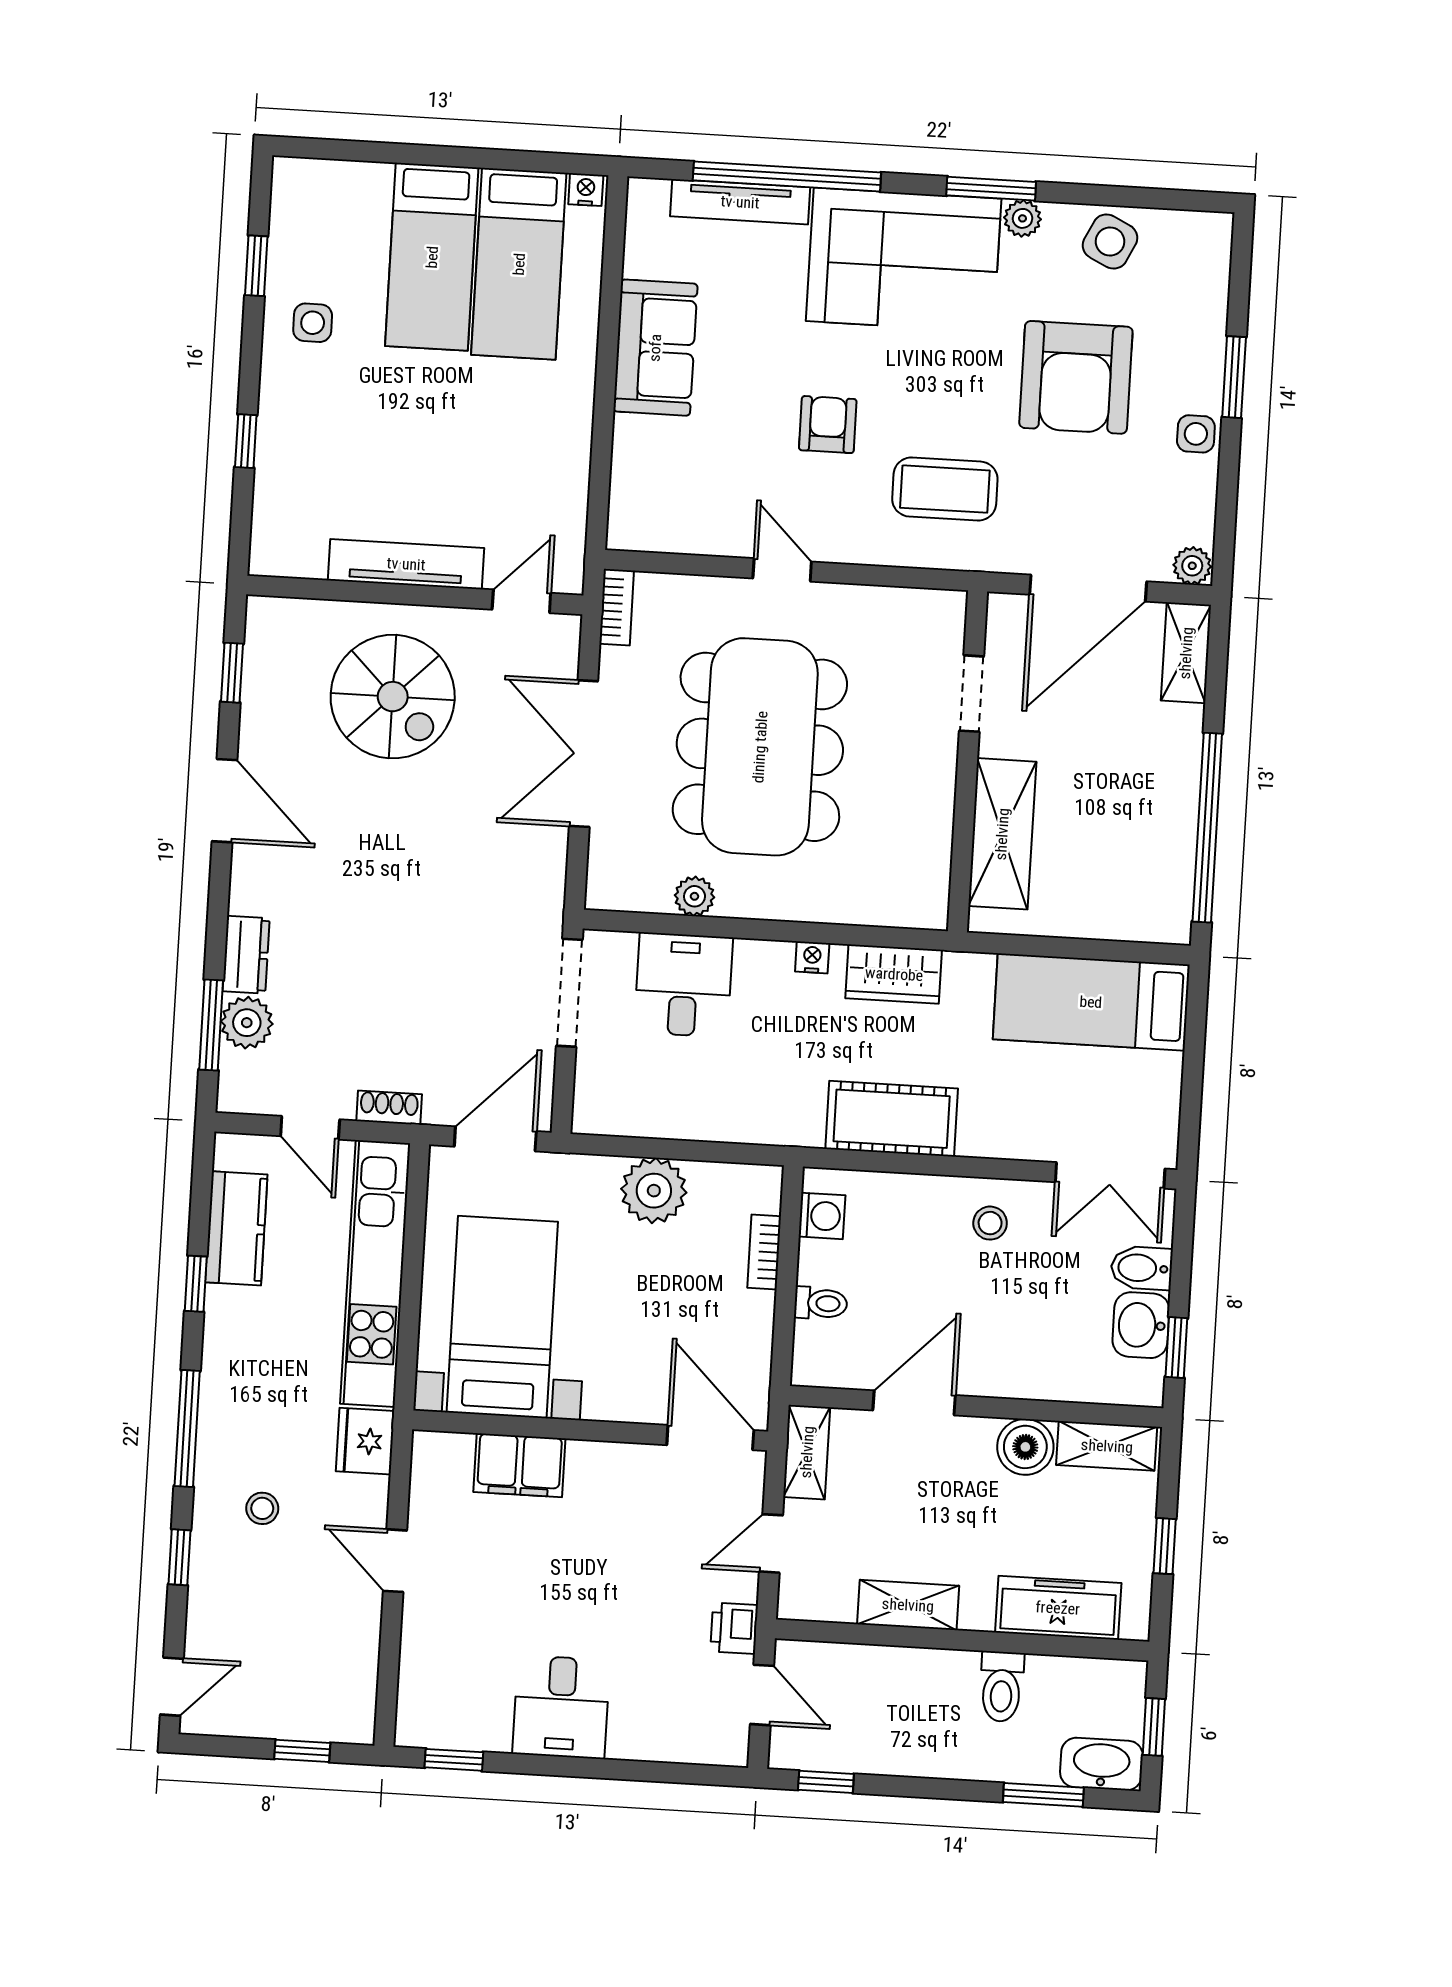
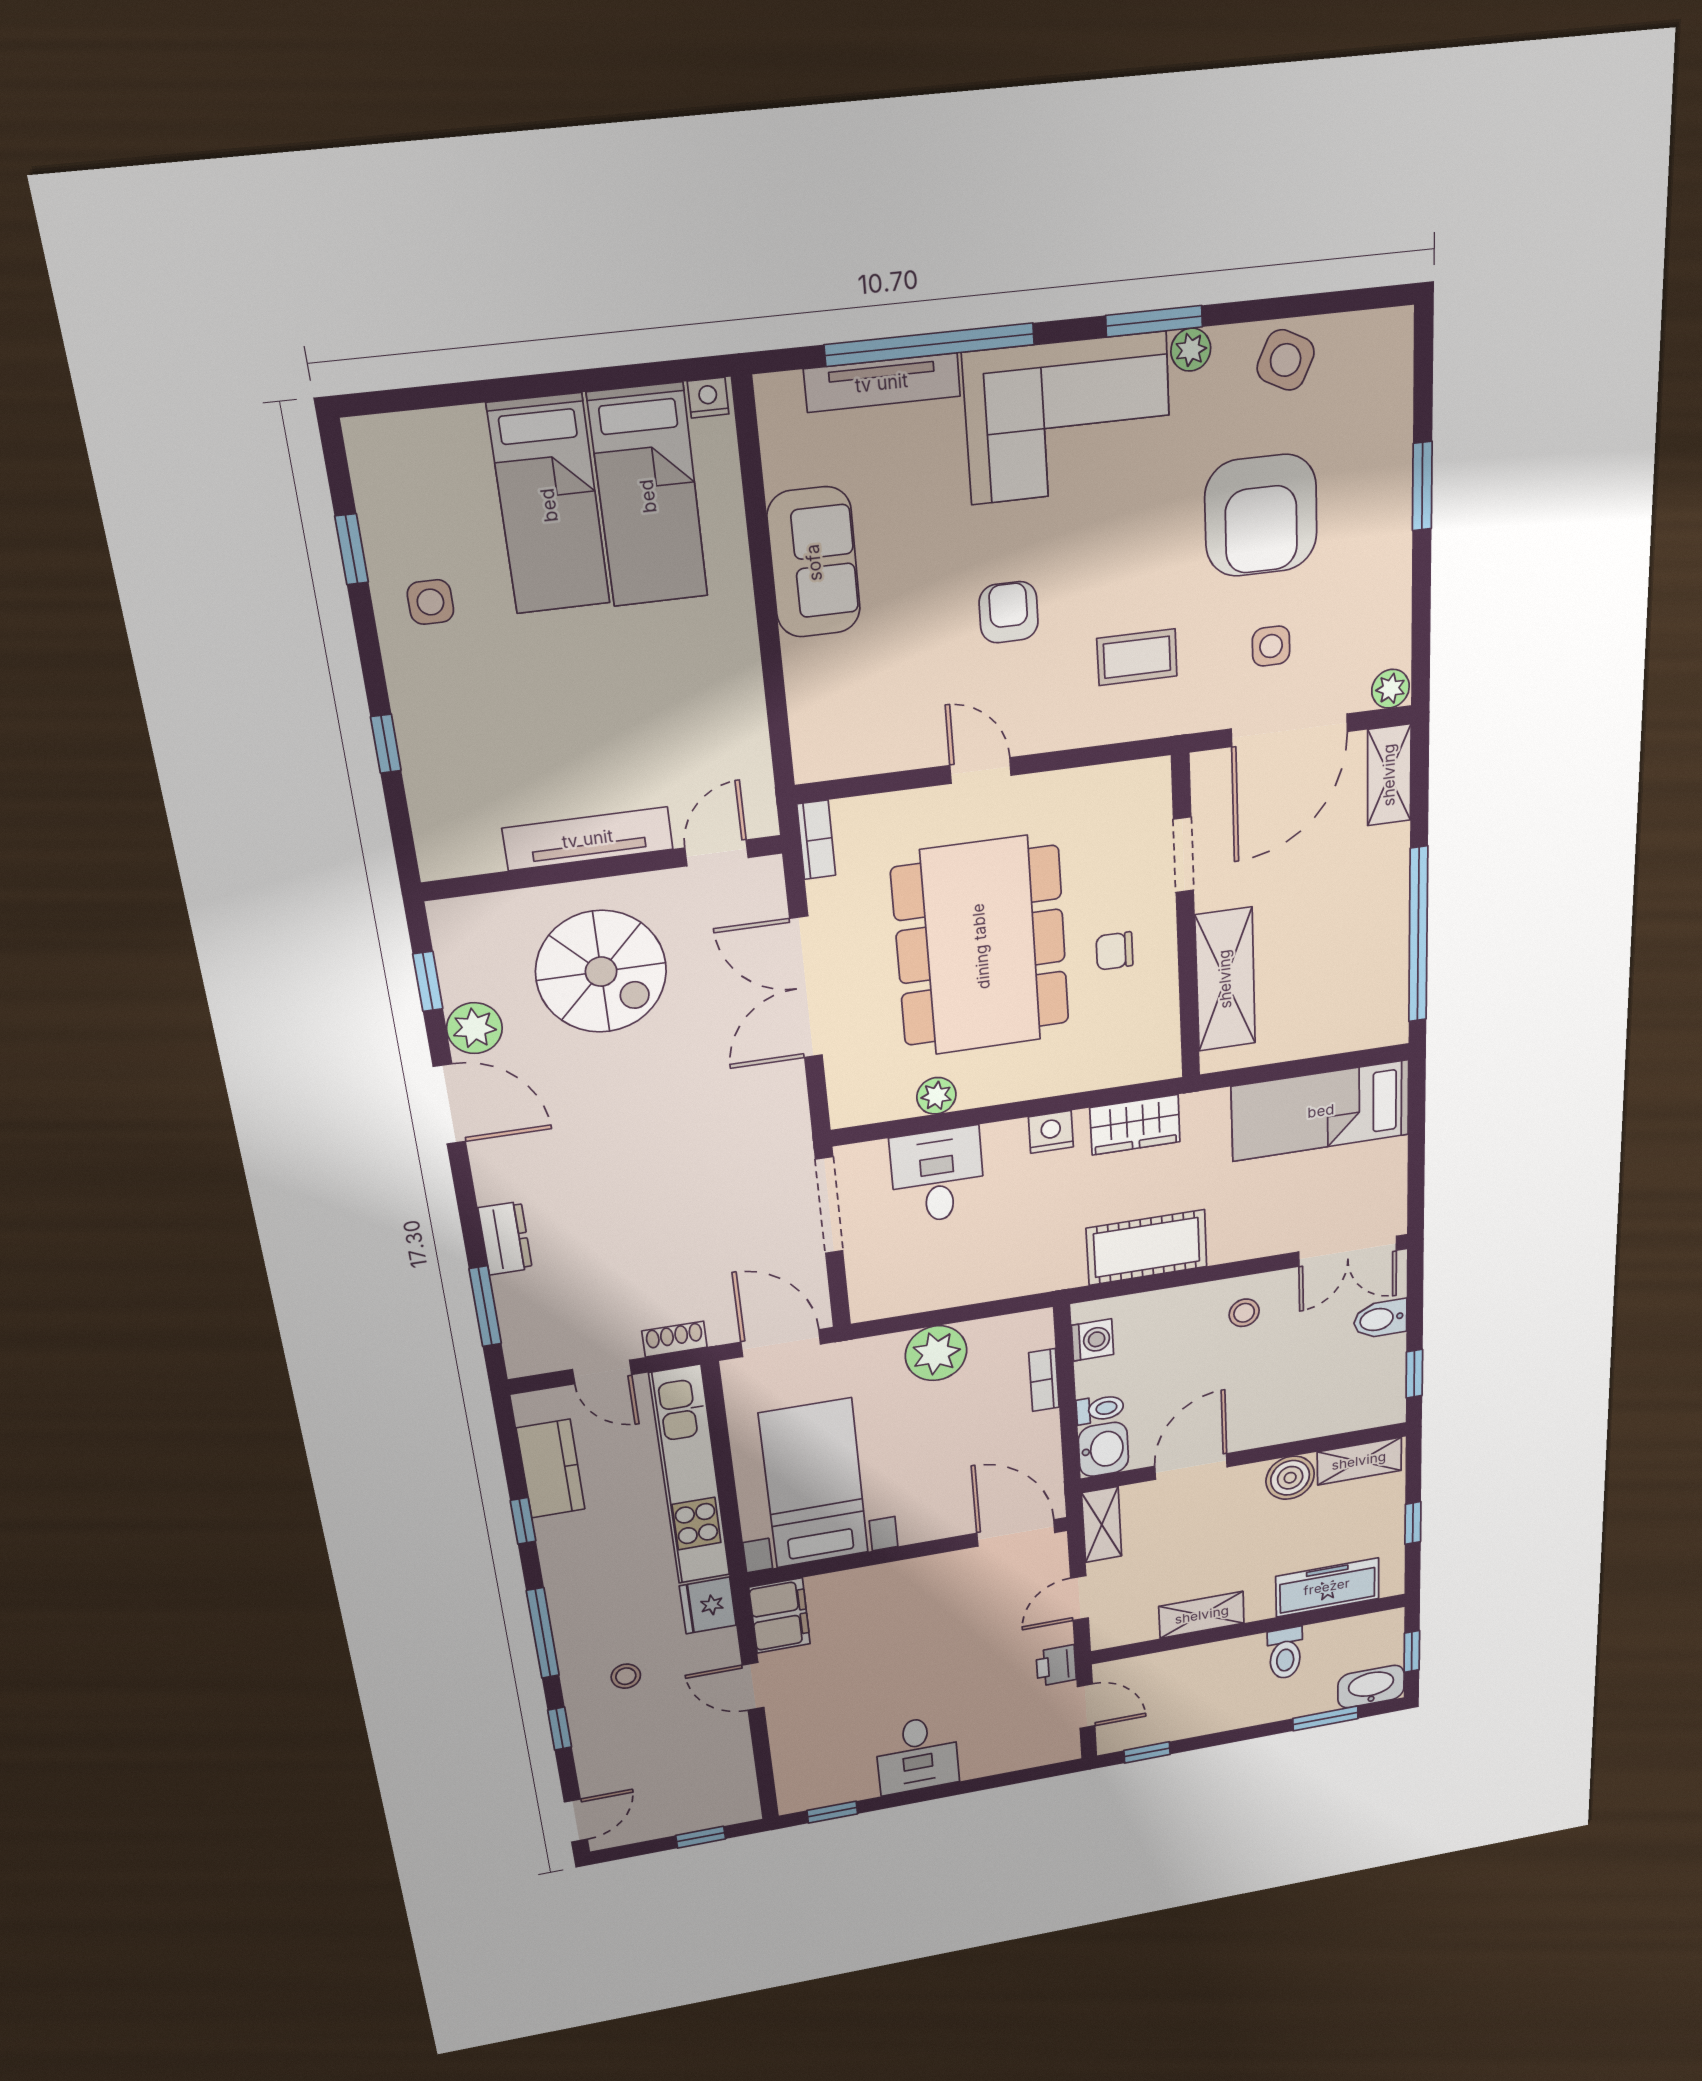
side table: (1196, 434) -> (1271, 646), moved
coffee table: (945, 489) -> (1137, 657), width x0.73, depth x0.77
chair: (892, 780) -> (1115, 951), added
nightstand: (812, 957) -> (1051, 1132), width x1.39, depth x1.35
plant: (247, 1023) -> (474, 1028), moved
door: (495, 1139) -> (781, 1343), hinge flipped
washbasin: (1141, 1325) -> (1103, 1449), moved, turned 180
filing cabinet: (519, 1465) -> (780, 1616), moved, turned -90

